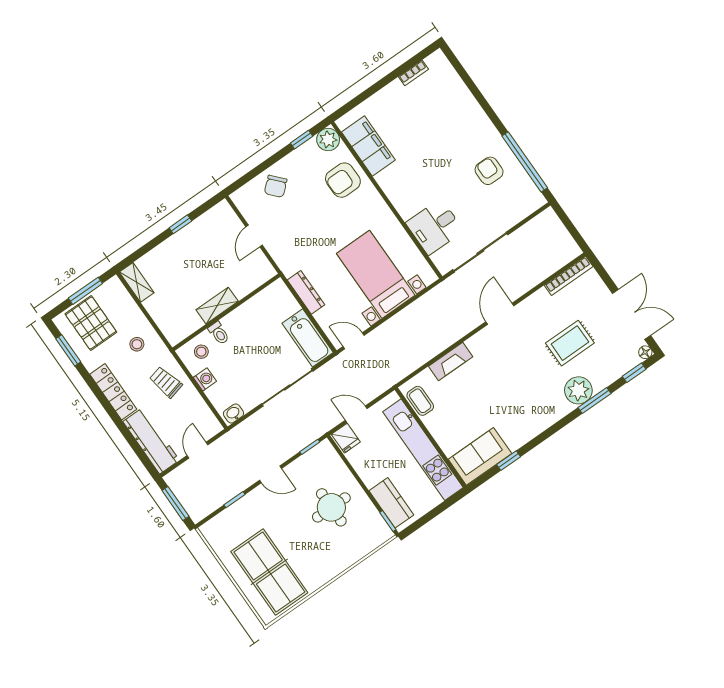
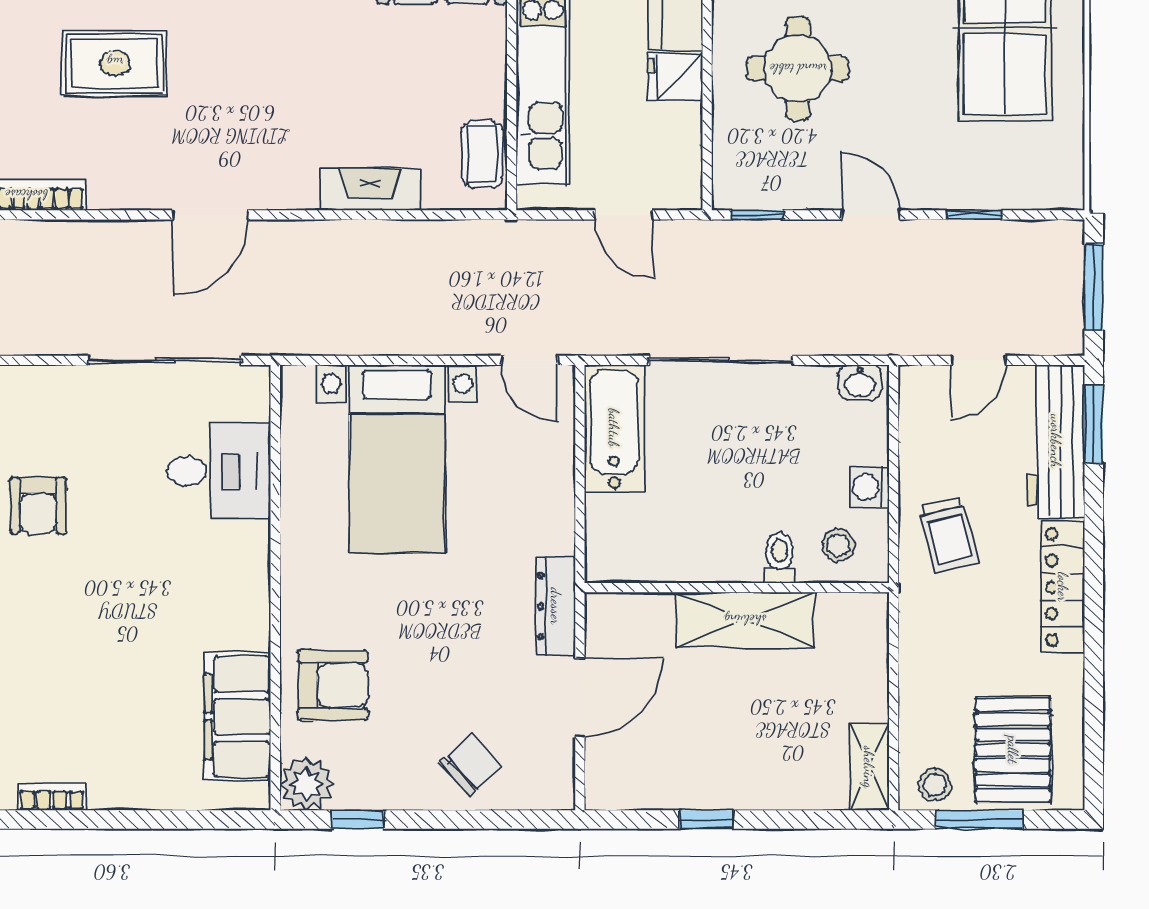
door: (254, 236) -> (580, 697), width x1.38
dresser: (306, 292) -> (556, 606), moved
shelving: (217, 306) -> (745, 620), width x1.50, depth x1.33
stool: (137, 344) -> (935, 785), moved
window: (68, 350) -> (1094, 424), moved
fridge: (346, 438) -> (675, 77), moved, turned -90

